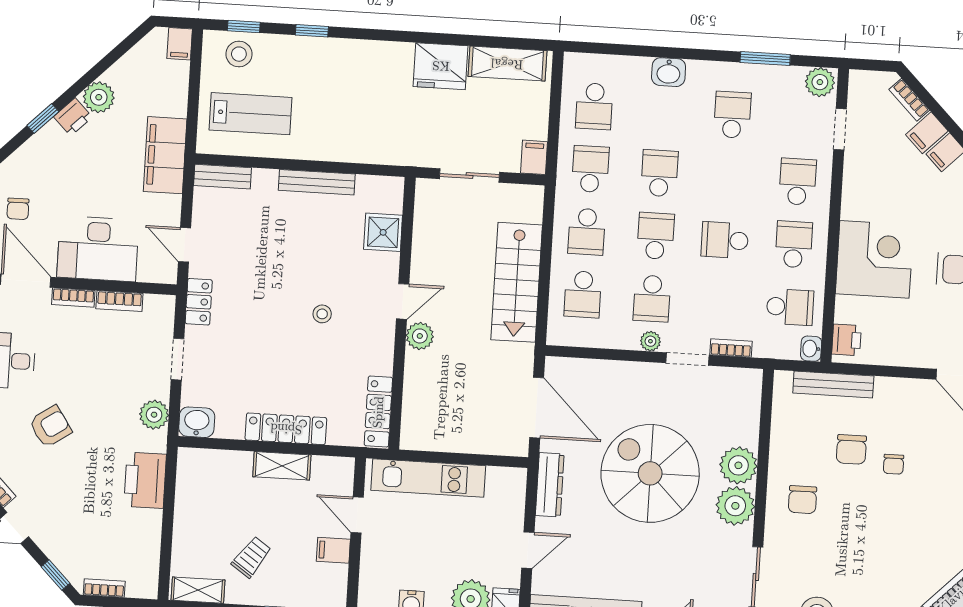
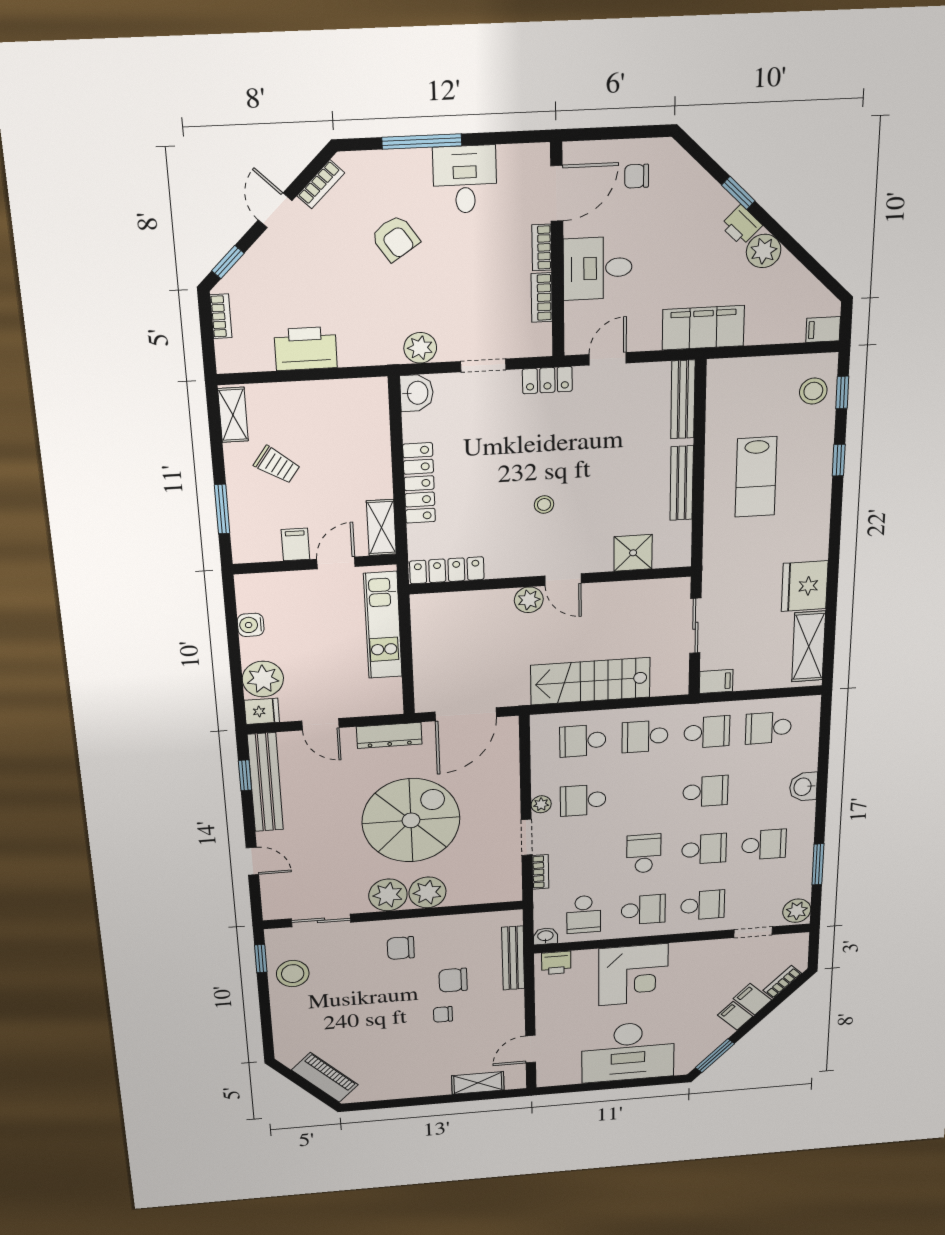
lab bench: (250, 114) -> (756, 477), moved
bench: (222, 177) -> (683, 400), width x1.36
school desk: (656, 236) -> (704, 849), moved
desk: (98, 249) -> (598, 268), width x0.73
shelving: (282, 466) -> (381, 528), moved
printer: (145, 480) -> (306, 349), moved

